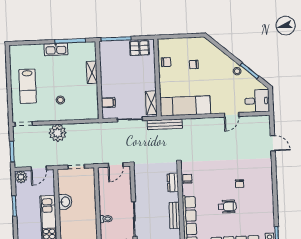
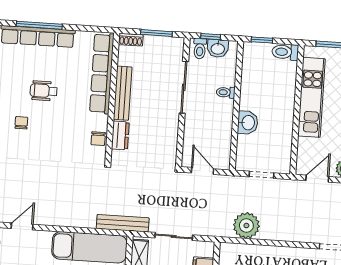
plant: (58, 133) -> (246, 226), moved
door: (116, 165) -> (202, 171), hinge flipped
washbasin: (65, 202) -> (248, 123), moved, turned 180
bench: (175, 216) -> (123, 93), width x1.36

